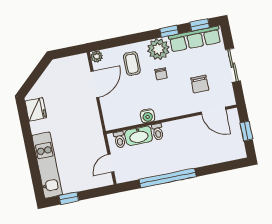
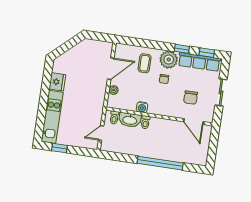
plant: (97, 57) -> (114, 90), moved
fridge: (36, 109) -> (57, 82), moved
window: (246, 131) -> (213, 146), removed
window: (168, 178) -> (160, 163), moved

